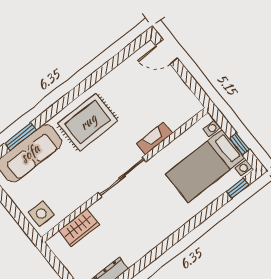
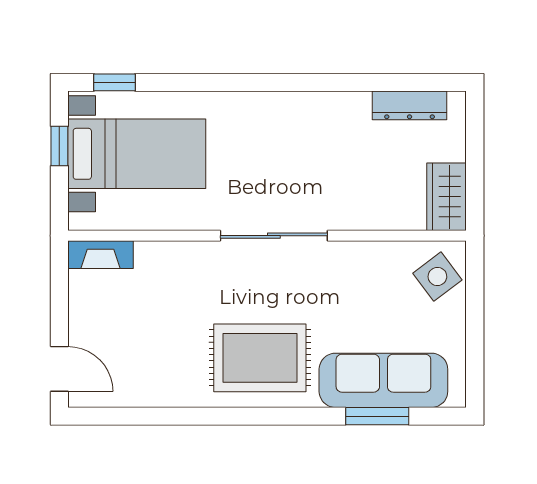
fireplace: (154, 138) -> (100, 255), moved
side table: (41, 214) -> (437, 277), turned -37
wardrobe: (79, 228) -> (447, 197), moved, turned -90

